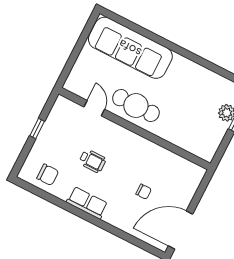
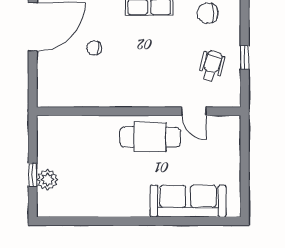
sofa: (130, 48) -> (188, 201), width x0.74, depth x0.79
wheelchair: (92, 161) -> (212, 66), moved, turned 106

